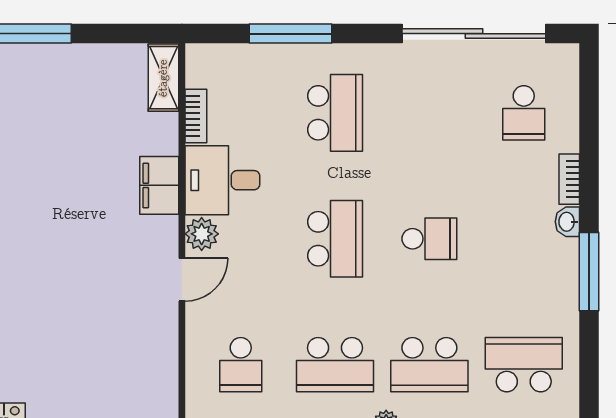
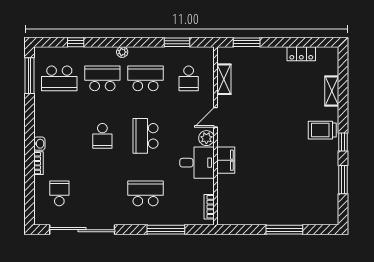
shelving: (163, 78) -> (224, 79), moved
school desk: (335, 113) -> (145, 193), turned 90
bookcase: (196, 116) -> (209, 207), moved
school desk: (429, 239) -> (102, 136), turned -90
window: (589, 272) -> (29, 76), moved
school desk: (241, 365) -> (189, 78), turned 180

